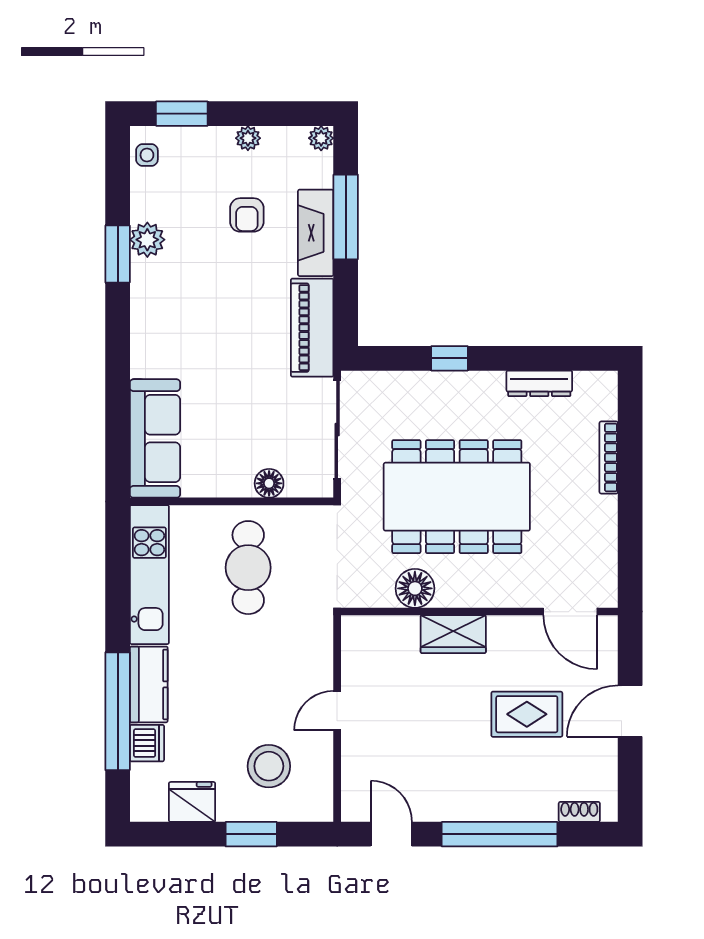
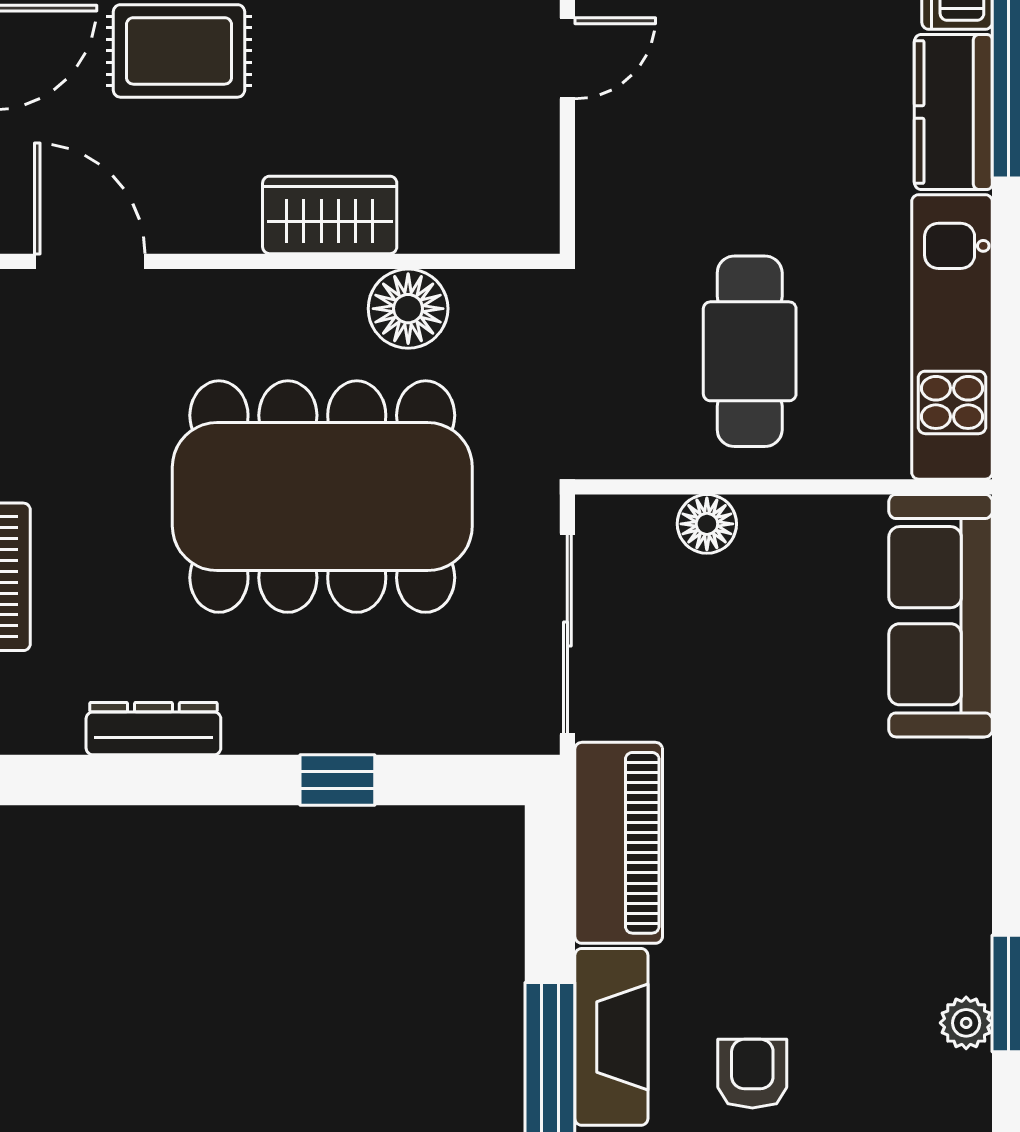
plant: (147, 240) -> (966, 1023), width x0.73, depth x0.73

